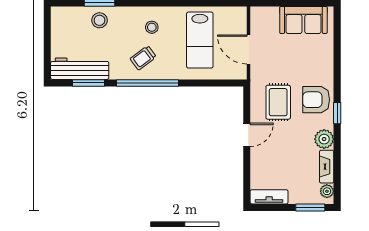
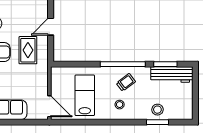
door: (248, 49) -> (49, 106), moved

